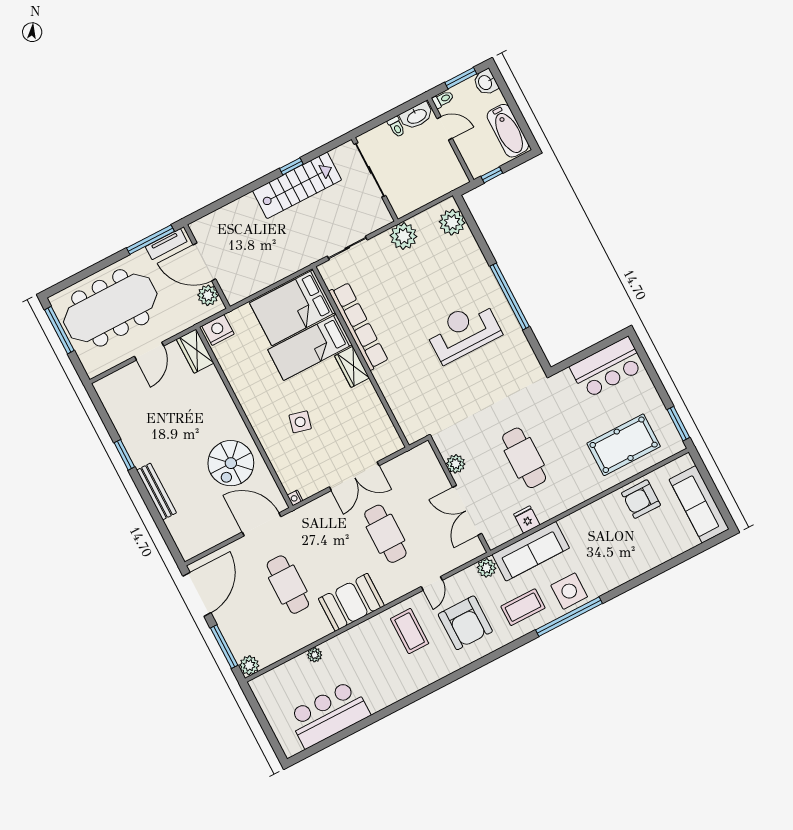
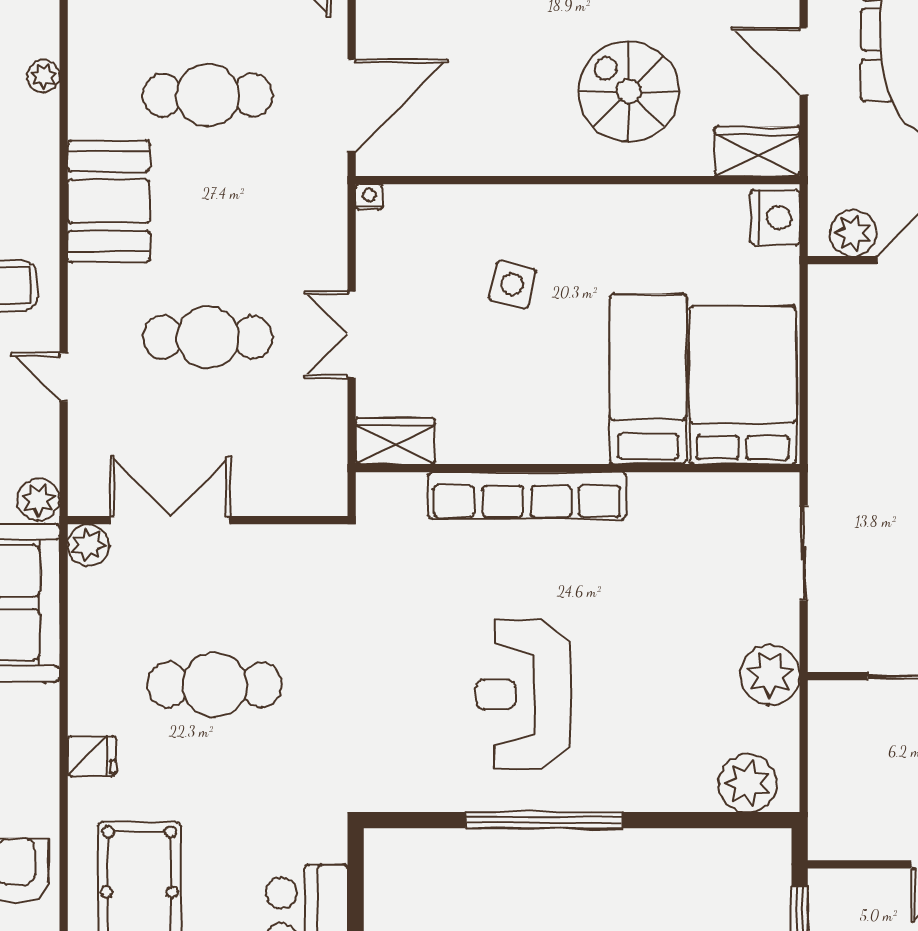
row of seats: (359, 326) -> (527, 496), moved
reception desk: (463, 332) -> (523, 694), turned 180
wardrobe: (352, 367) -> (395, 441), moved
spiral stairs: (231, 463) -> (629, 91), moved
plant: (456, 464) -> (88, 545), moved
double door: (354, 476) -> (352, 335), width x0.73
fridge: (527, 520) -> (92, 756), moved

